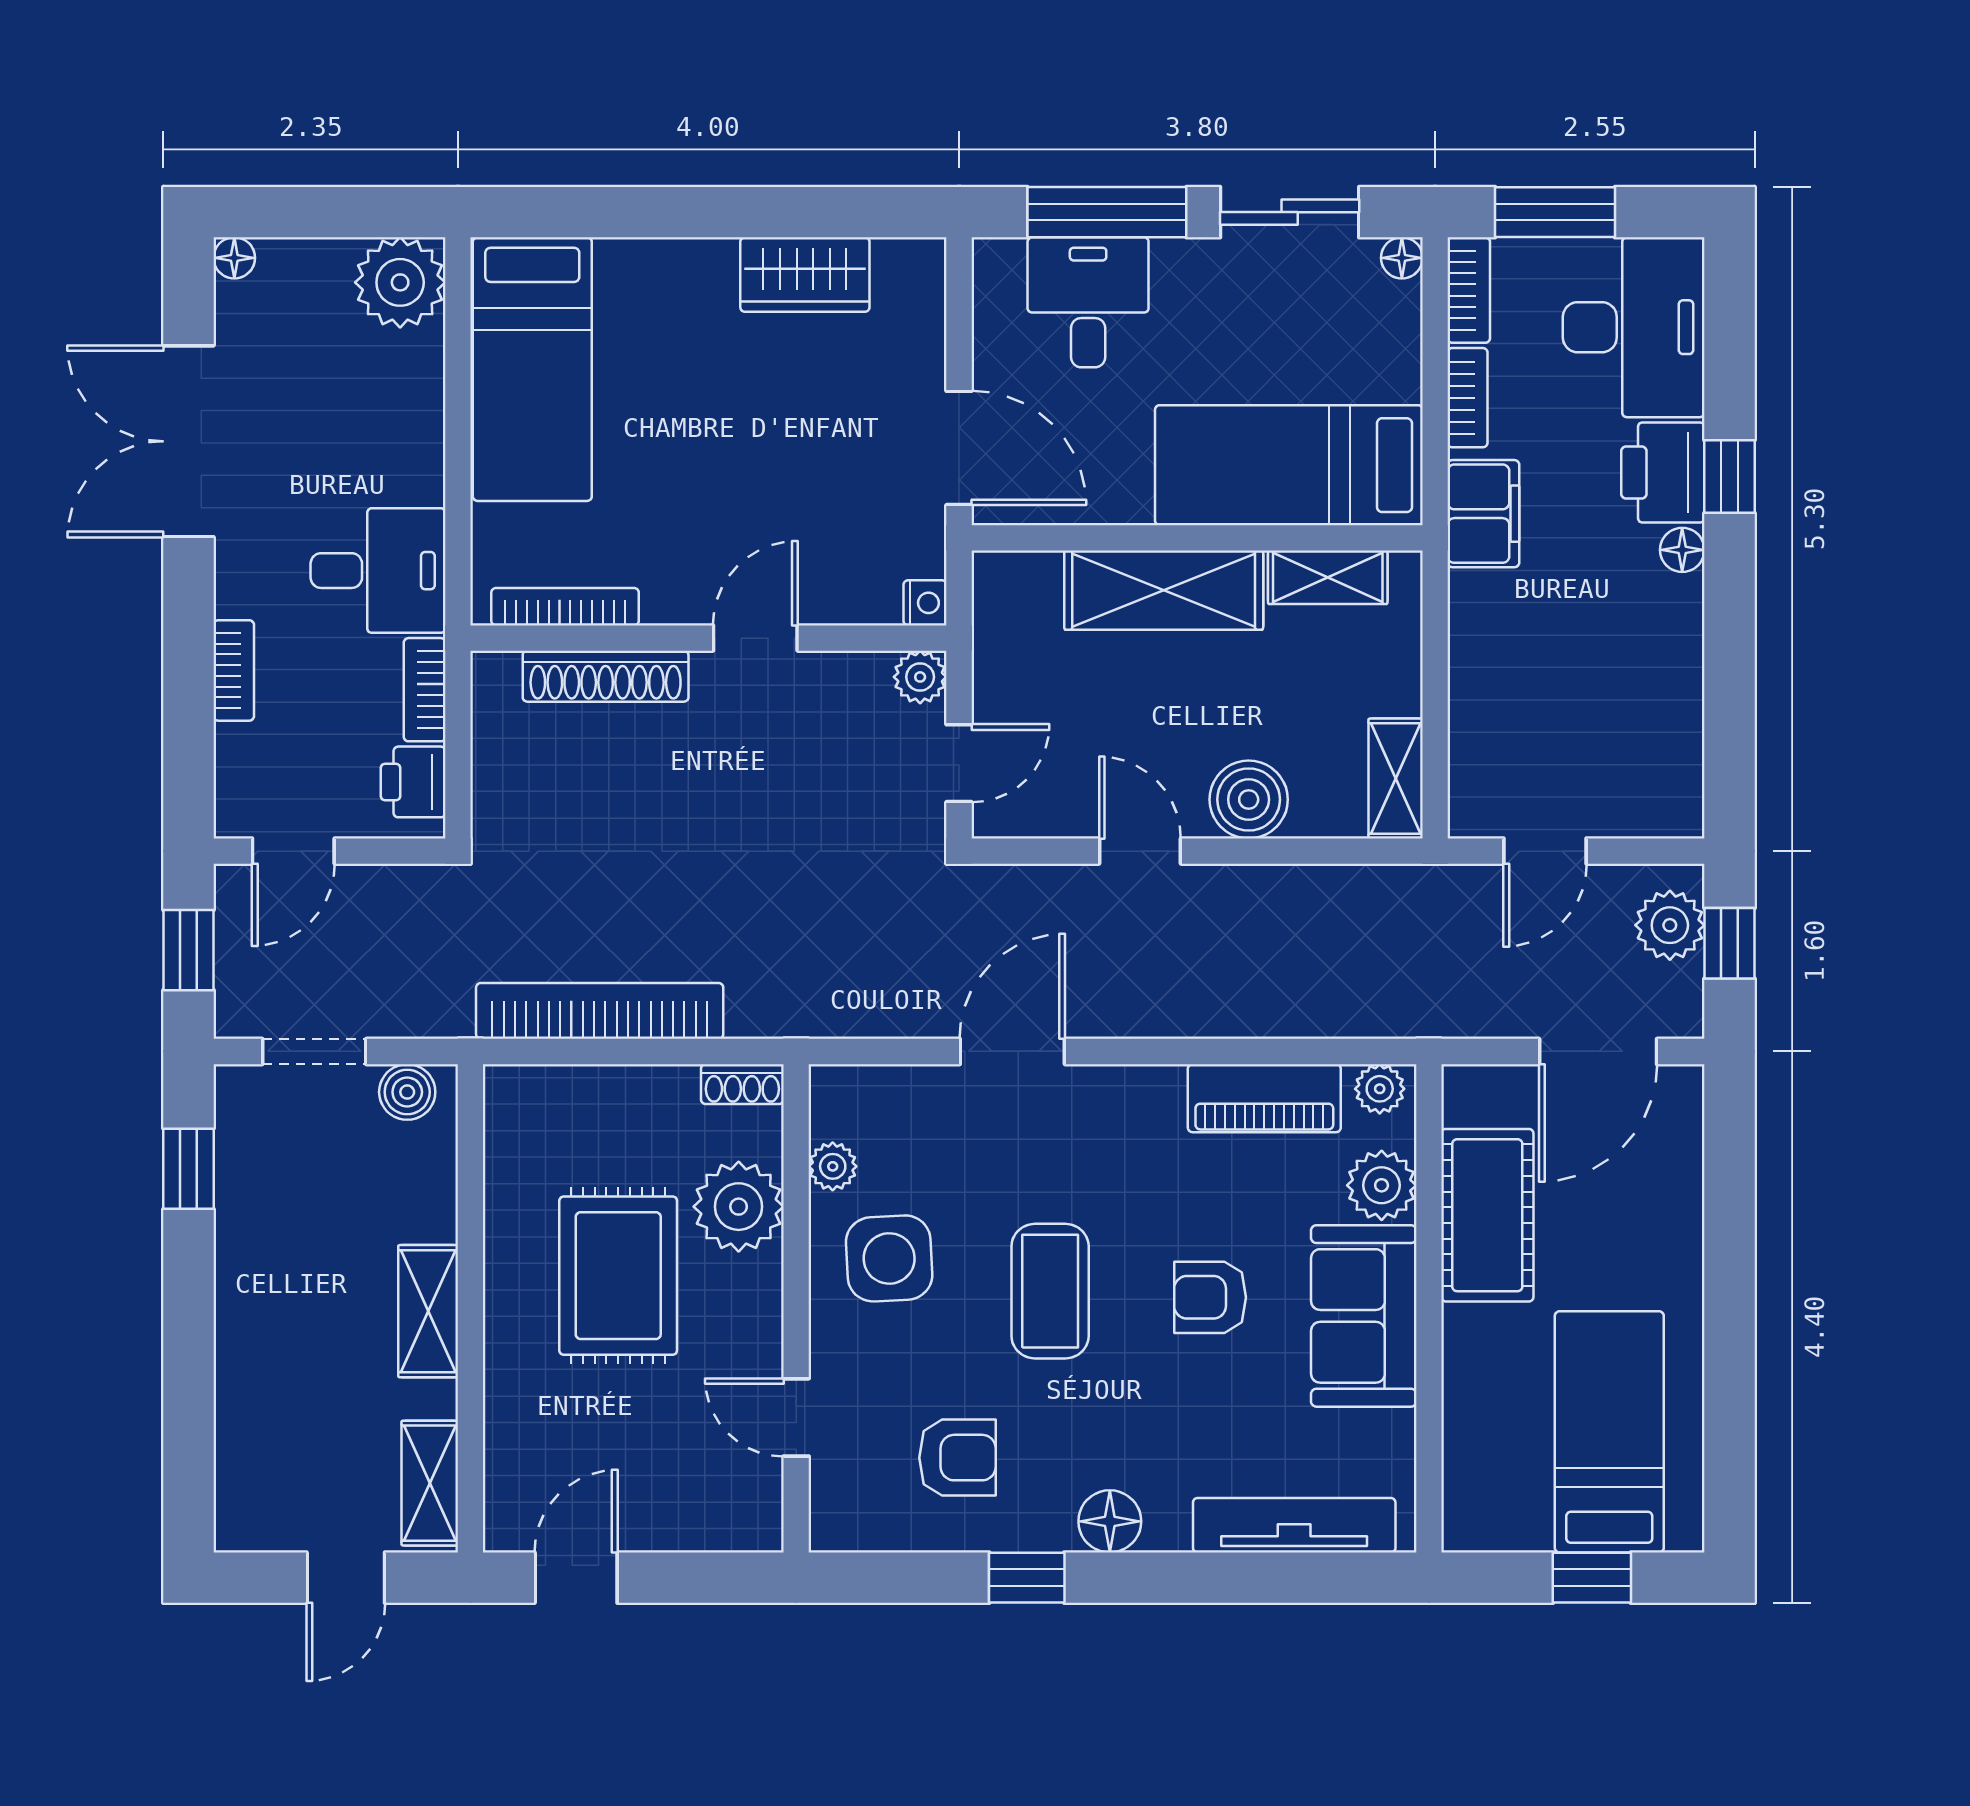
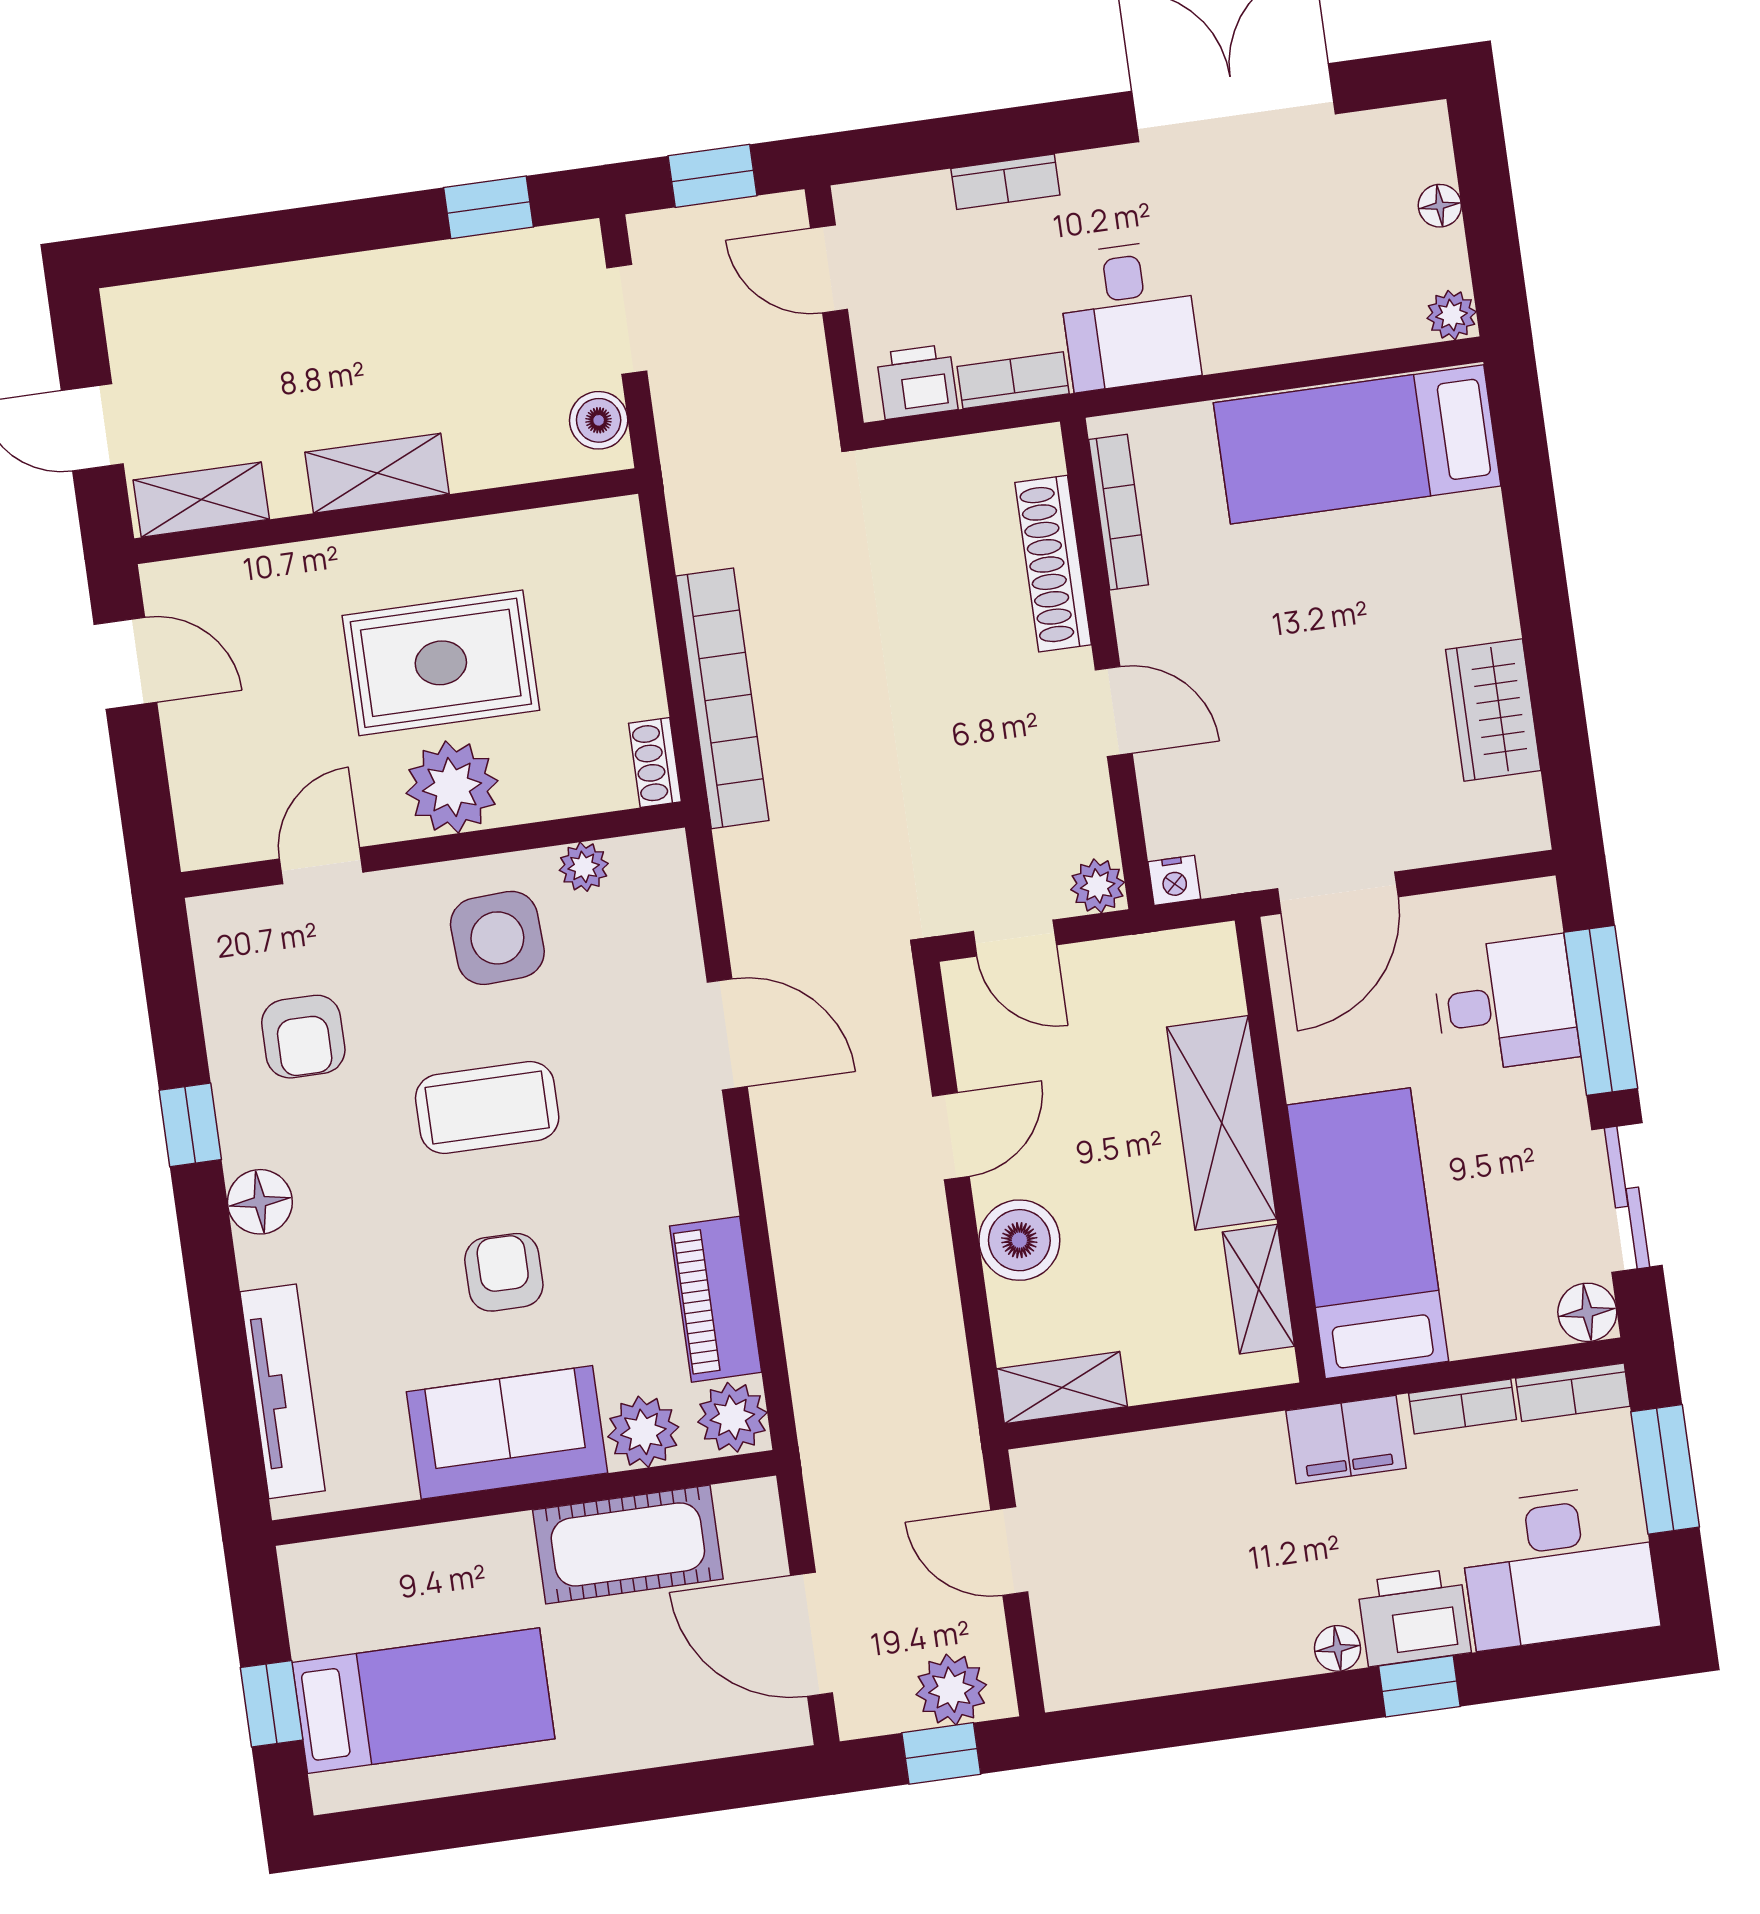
floor lamp: (234, 258) -> (1440, 206), moved
floor lamp: (1402, 258) -> (1587, 1312), width x1.37, depth x1.37
plant: (400, 282) -> (1452, 315), width x0.53, depth x0.53
bookcase: (600, 1011) -> (722, 698), moved
plant: (1380, 1089) -> (732, 1417), width x1.38, depth x1.38
plant: (739, 1207) -> (452, 787), moved

